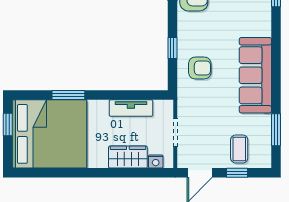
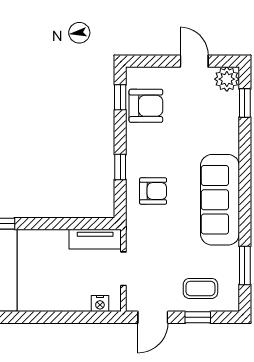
tv unit: (131, 108) -> (95, 239), moved
coffee table: (239, 149) -> (200, 288), turned 90
wardrobe: (128, 157) -> (67, 298), removed

